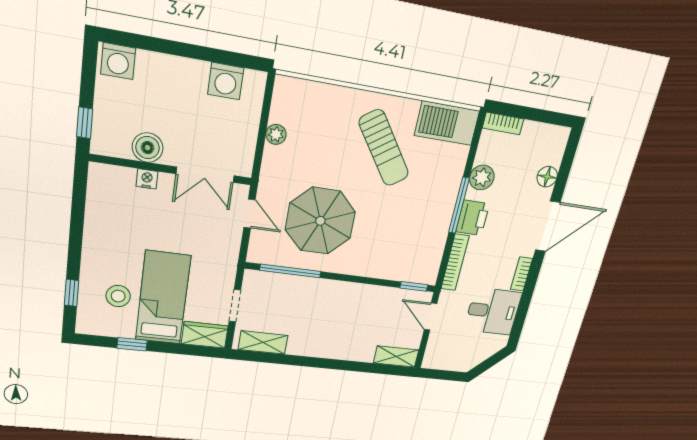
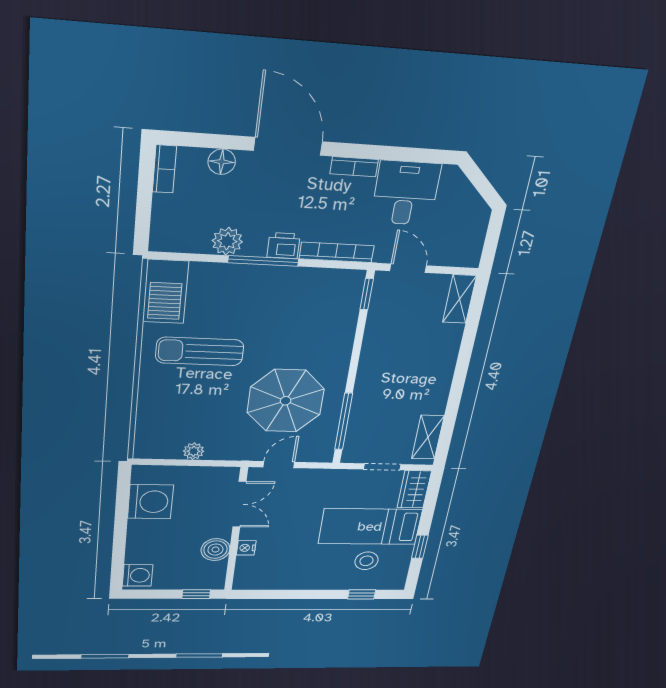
washing machine: (226, 81) -> (150, 502), width x1.37, depth x1.37
bookcase: (503, 123) -> (164, 169), moved
sun lounger: (384, 148) -> (200, 351), turned -145
printer: (473, 218) -> (284, 246), width x0.73, depth x0.81
door: (430, 317) -> (408, 268), swing flipped

